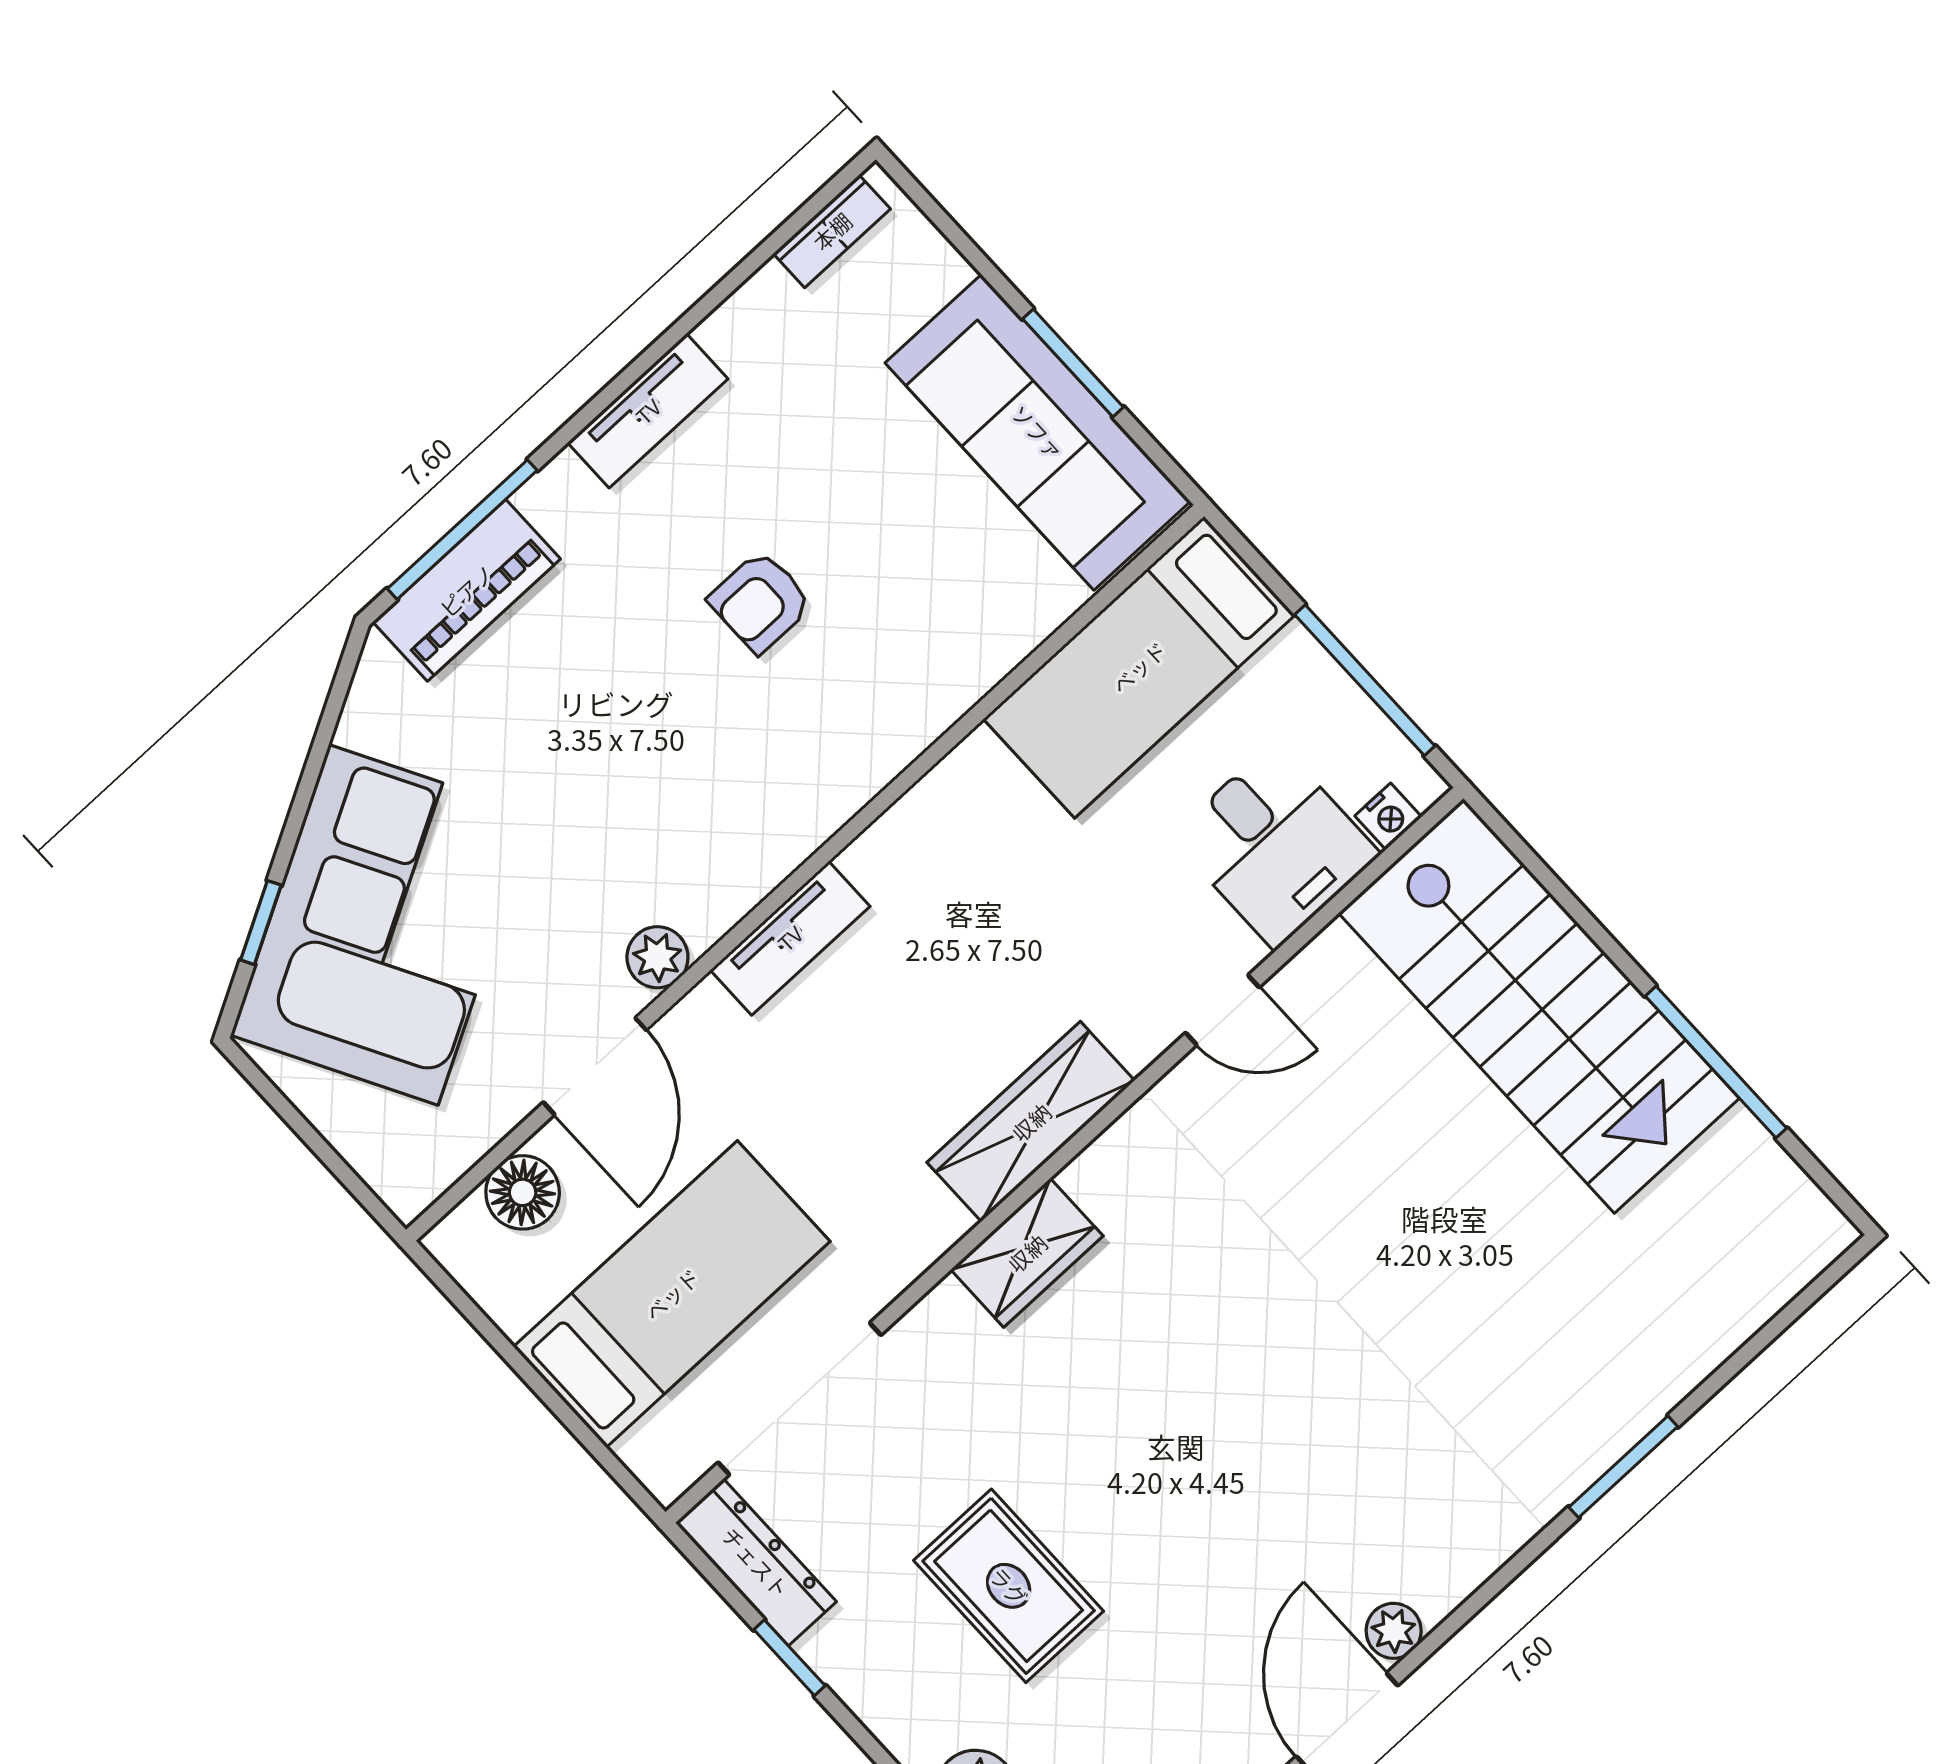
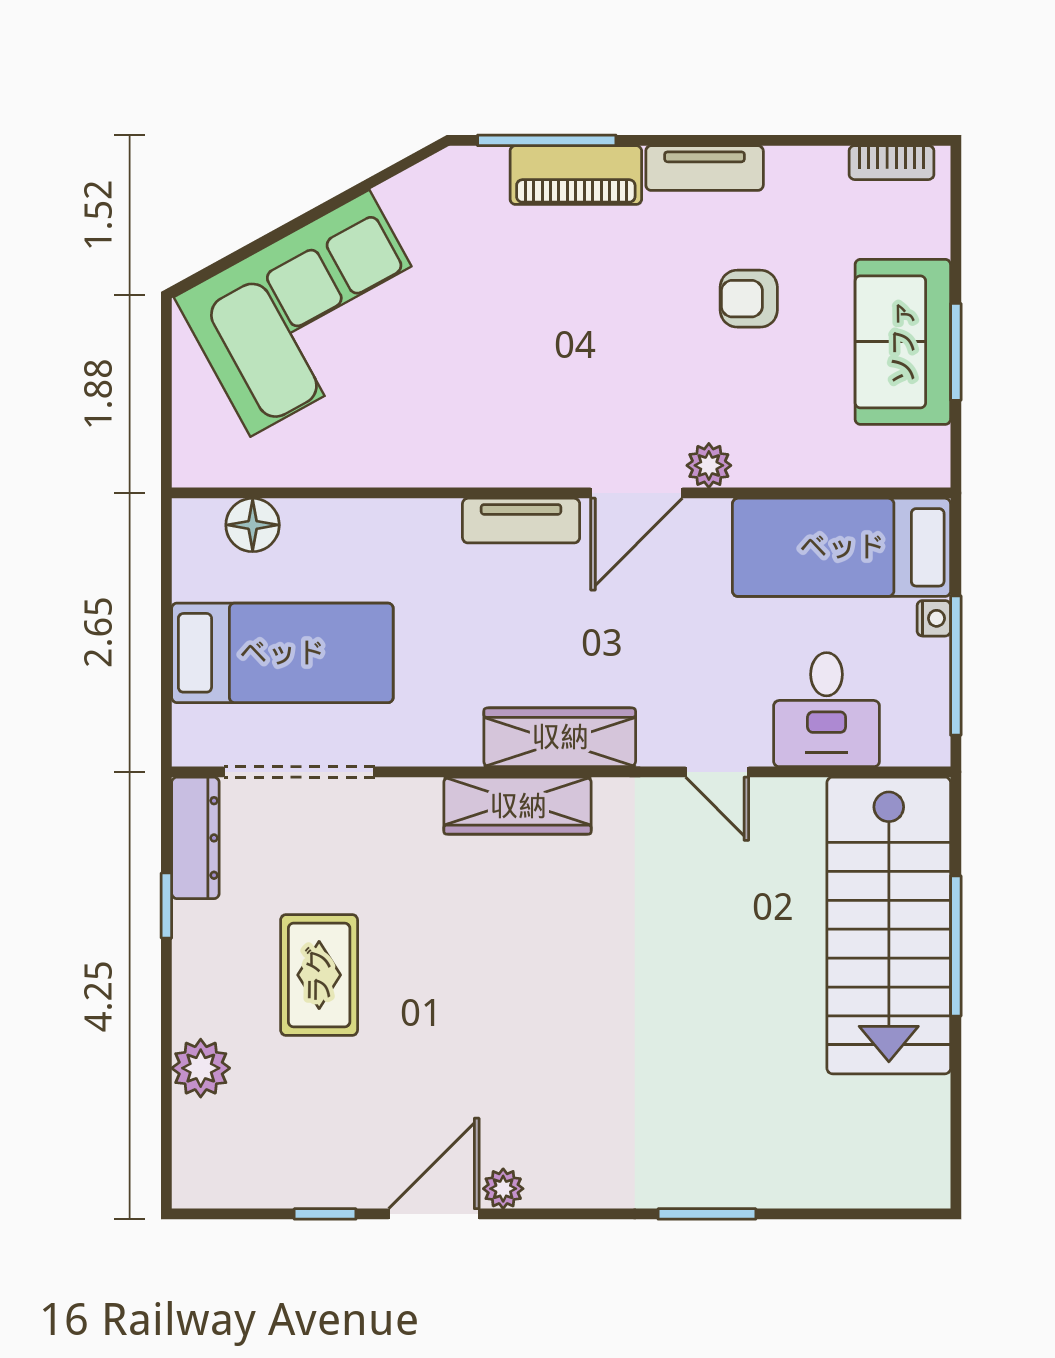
sofa: (1038, 432) -> (903, 342), width x0.73
piano: (467, 590) -> (576, 175), moved
armchair: (760, 602) -> (749, 299), moved
nightstand: (1388, 816) -> (934, 618), moved, turned -90
window: (261, 923) -> (245, 252), removed
plant: (657, 957) -> (709, 465), moved
window: (1716, 1062) -> (956, 946), moved
door: (595, 1066) -> (637, 493), moved
wardrobe: (1027, 1253) -> (518, 806), width x1.50

